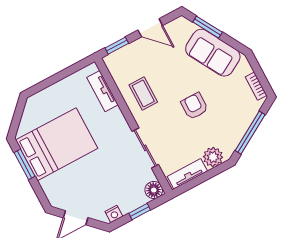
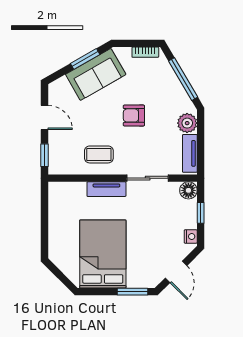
window: (208, 27) -> (85, 59), moved
door: (150, 28) -> (45, 117), hinge flipped
tv unit: (102, 91) -> (106, 189), moved
window: (24, 164) -> (133, 292), moved

